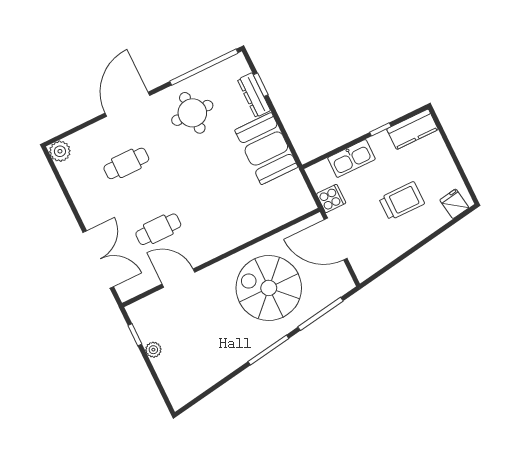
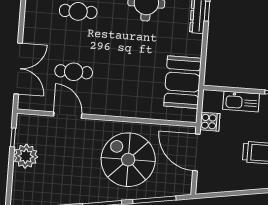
booth: (266, 149) -> (183, 82), moved
plant: (153, 350) -> (26, 156), width x1.88, depth x1.88

